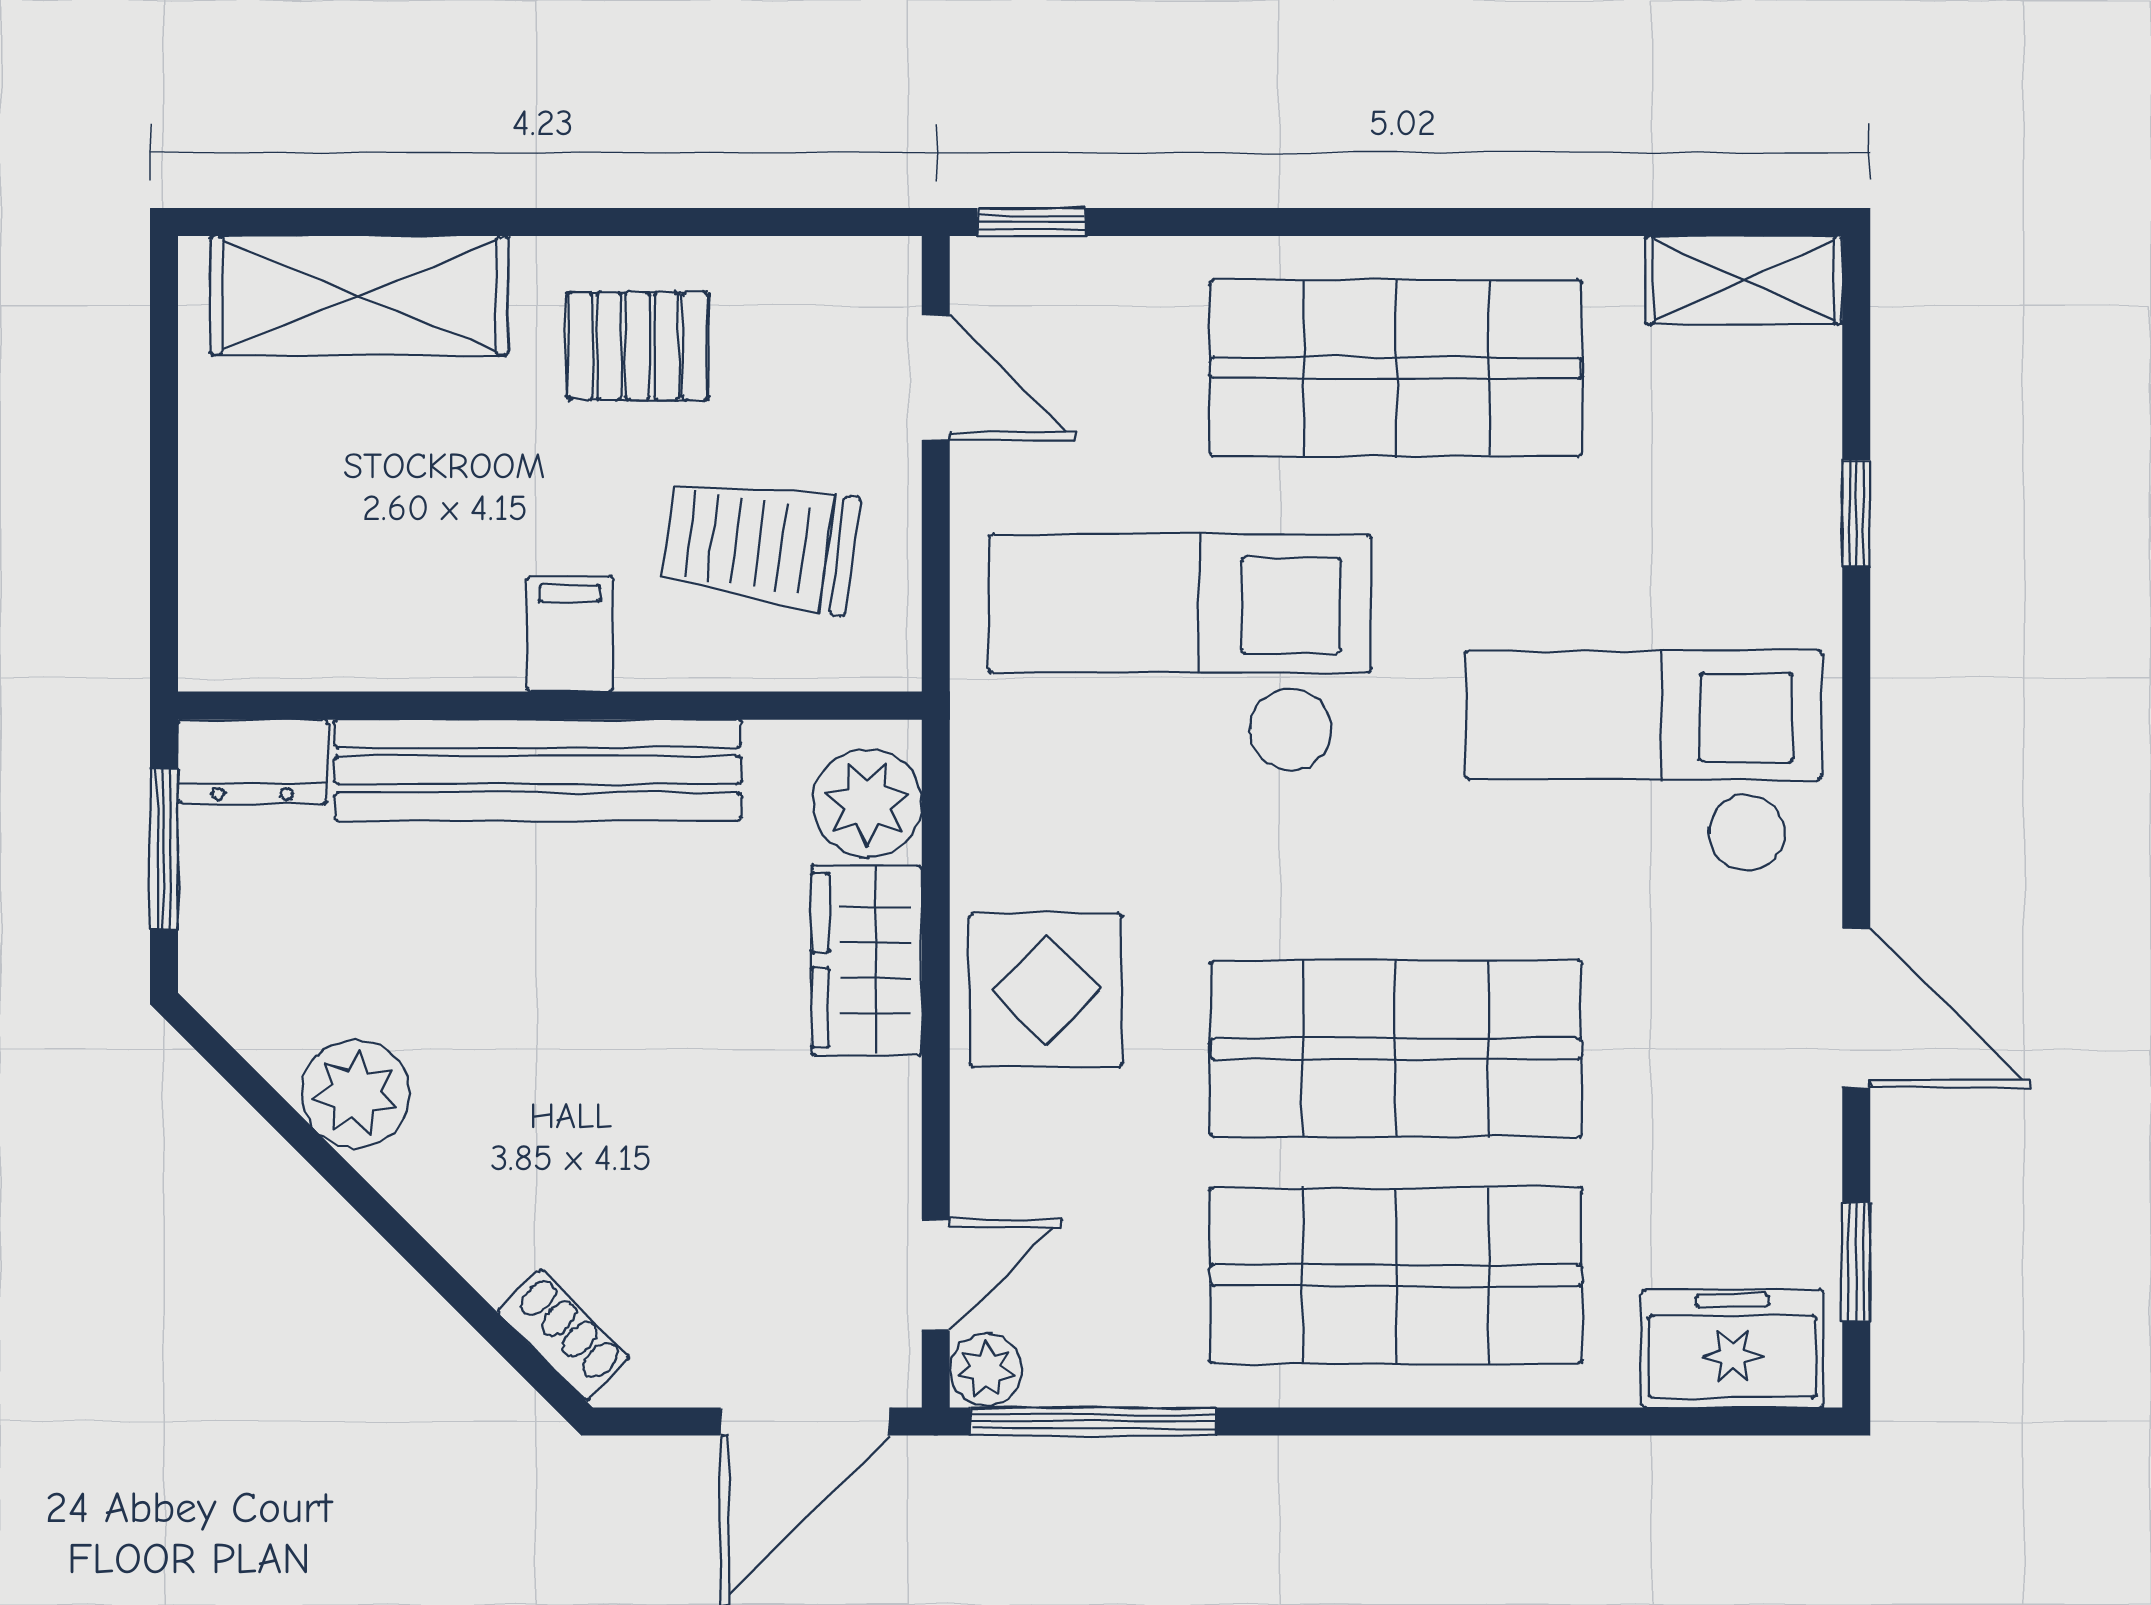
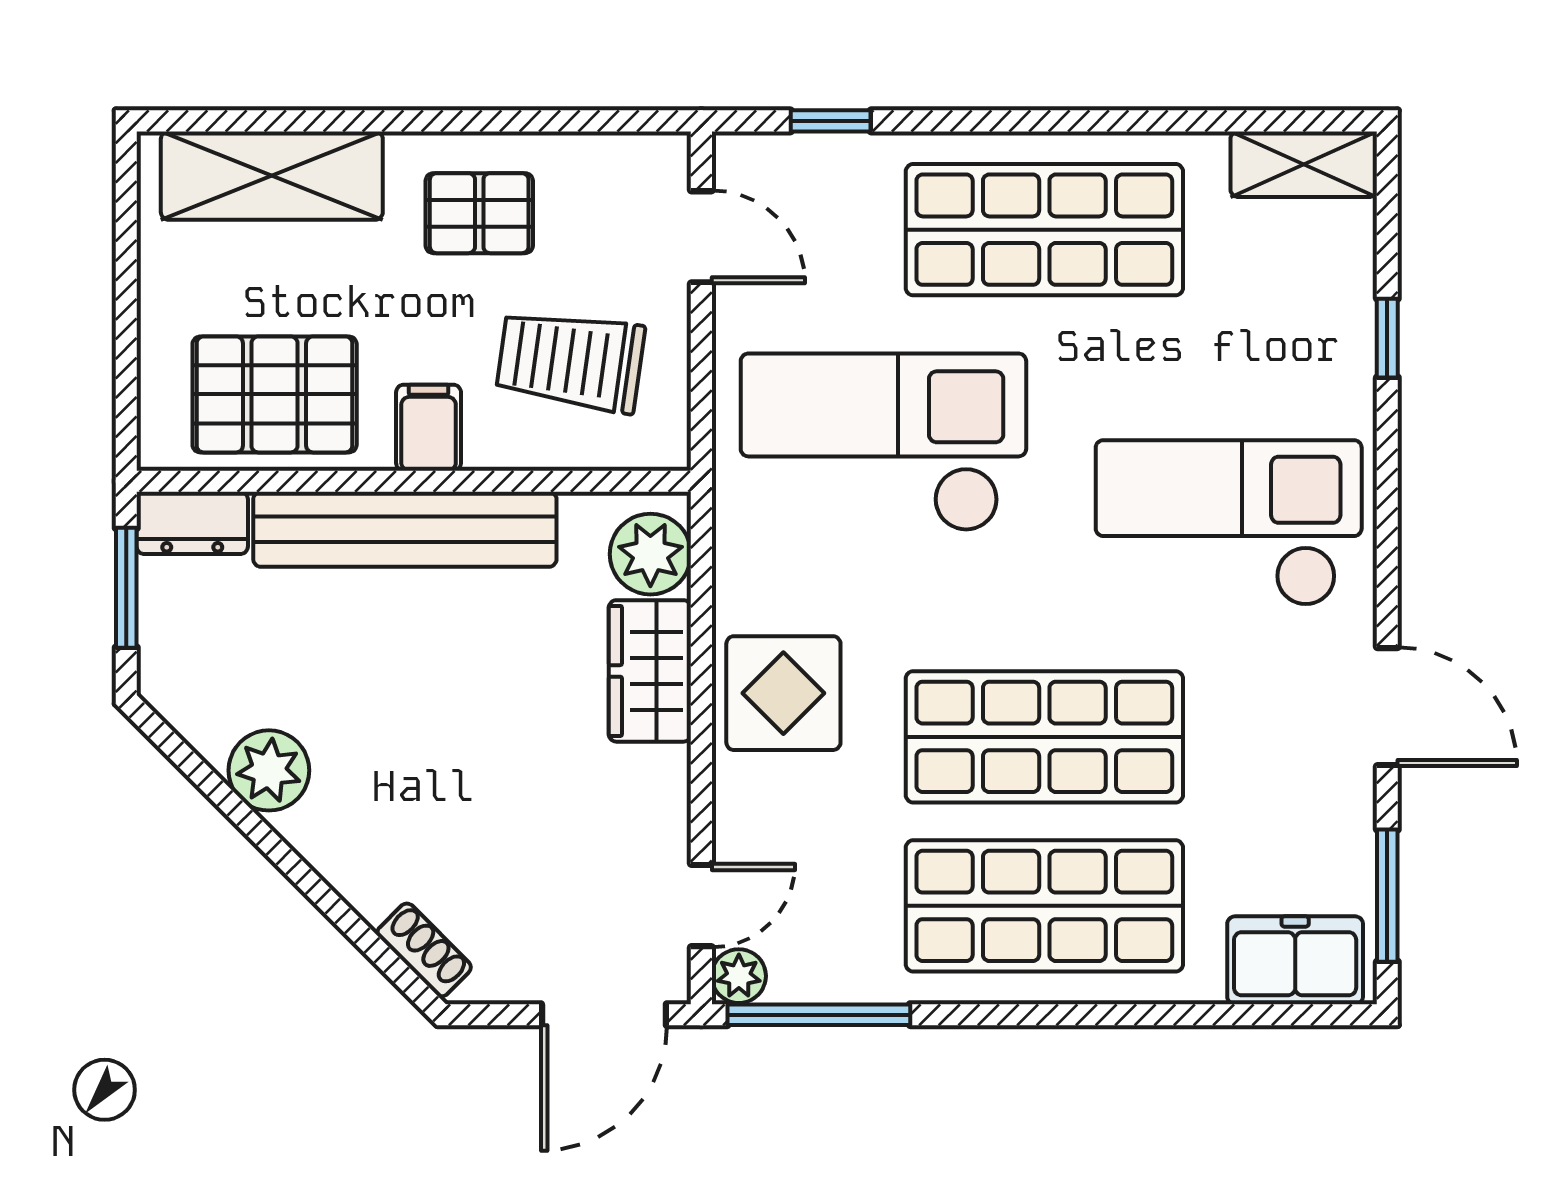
window: (1031, 222) -> (831, 121), moved
pallet: (363, 589) -> (275, 394), added
window: (1856, 1262) -> (1387, 896), width x1.50

